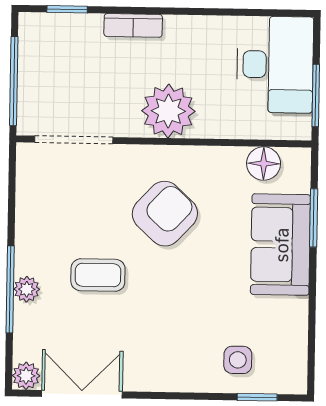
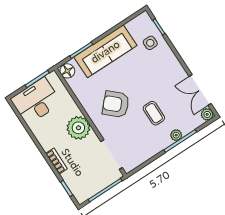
floor lamp: (264, 163) -> (67, 71), moved
sofa: (281, 245) -> (105, 51), width x1.36

